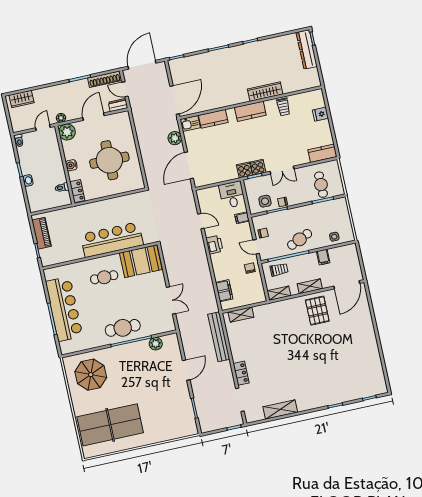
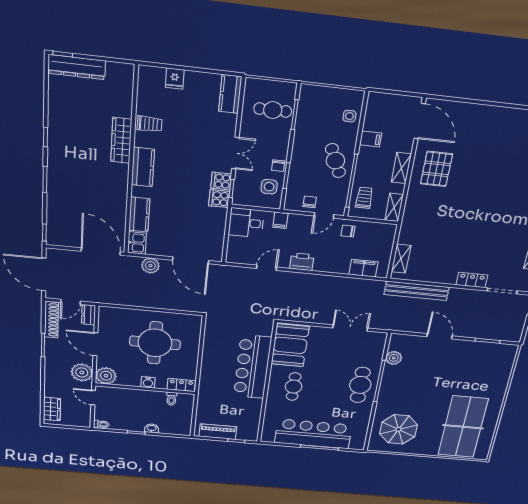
plant: (61, 118) -> (82, 372), width x1.87, depth x1.87
pallet: (317, 311) -> (436, 169), turned 90

